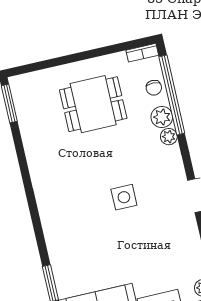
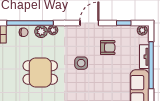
dining table: (93, 104) -> (40, 73), moved, turned 90
armchair: (161, 236) -> (108, 48), added

